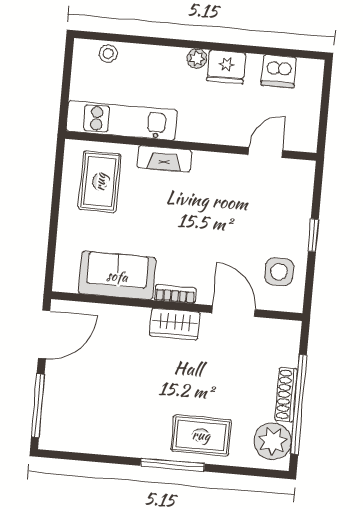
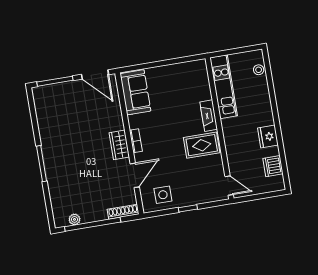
plant: (197, 59) -> (268, 119), removed
door: (265, 152) -> (229, 186), moved
rug: (100, 182) -> (202, 145), moved
sofa: (117, 276) -> (135, 92), moved
shoe rack: (286, 395) -> (123, 212), moved
rug: (201, 435) -> (62, 175), removed
plant: (273, 441) -> (74, 219), width x0.53, depth x0.53

